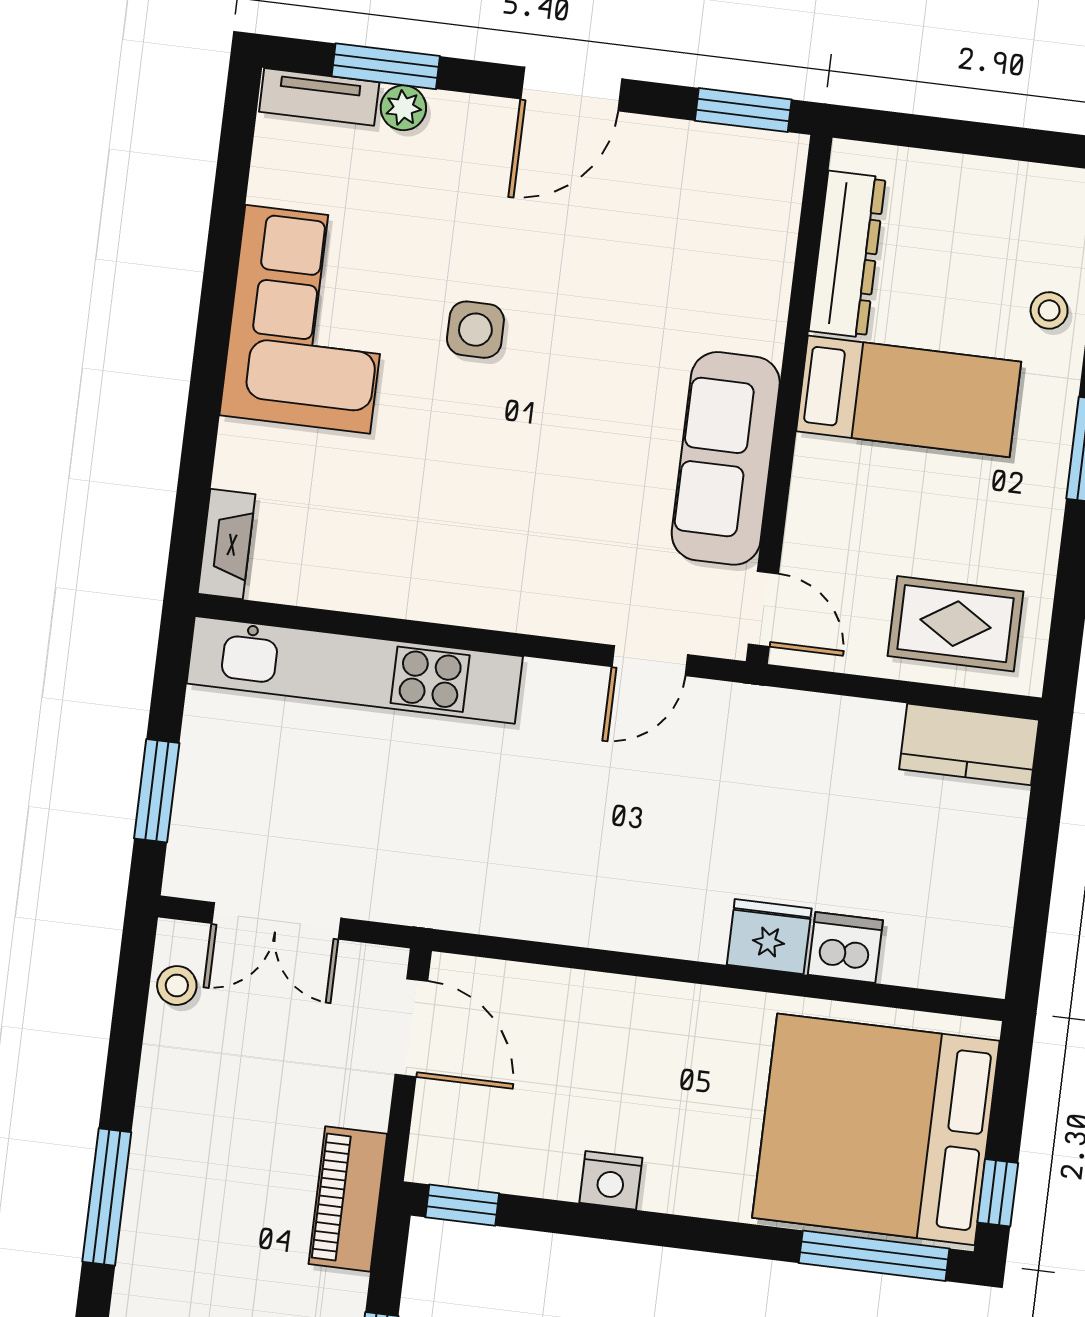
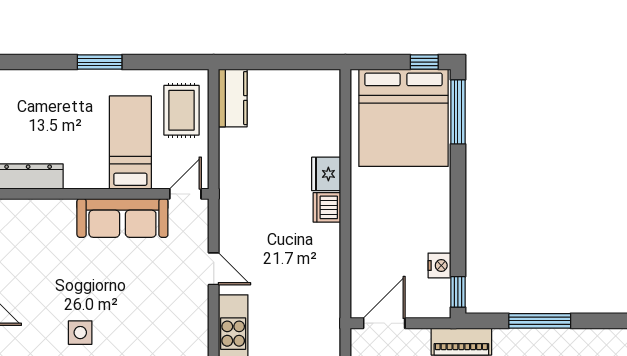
stool: (1049, 310) -> (42, 87), removed
bed: (909, 396) -> (130, 142), moved
door: (650, 661) -> (214, 269), moved
dishwasher: (845, 948) -> (327, 207), moved
nightstand: (611, 1180) -> (439, 265), moved

